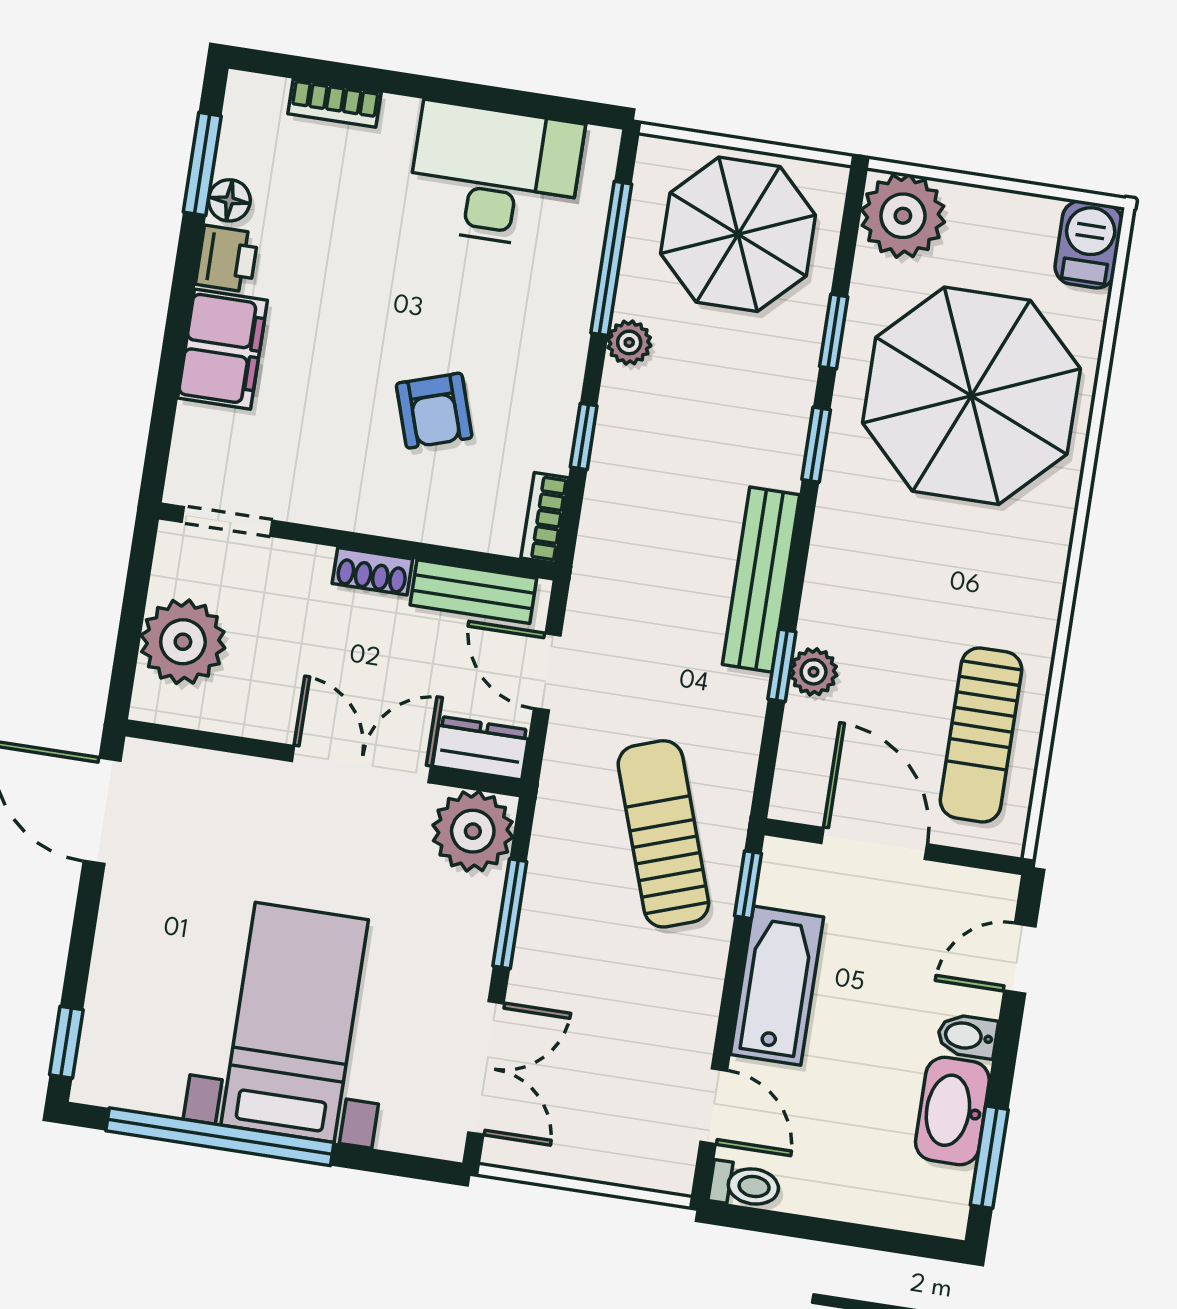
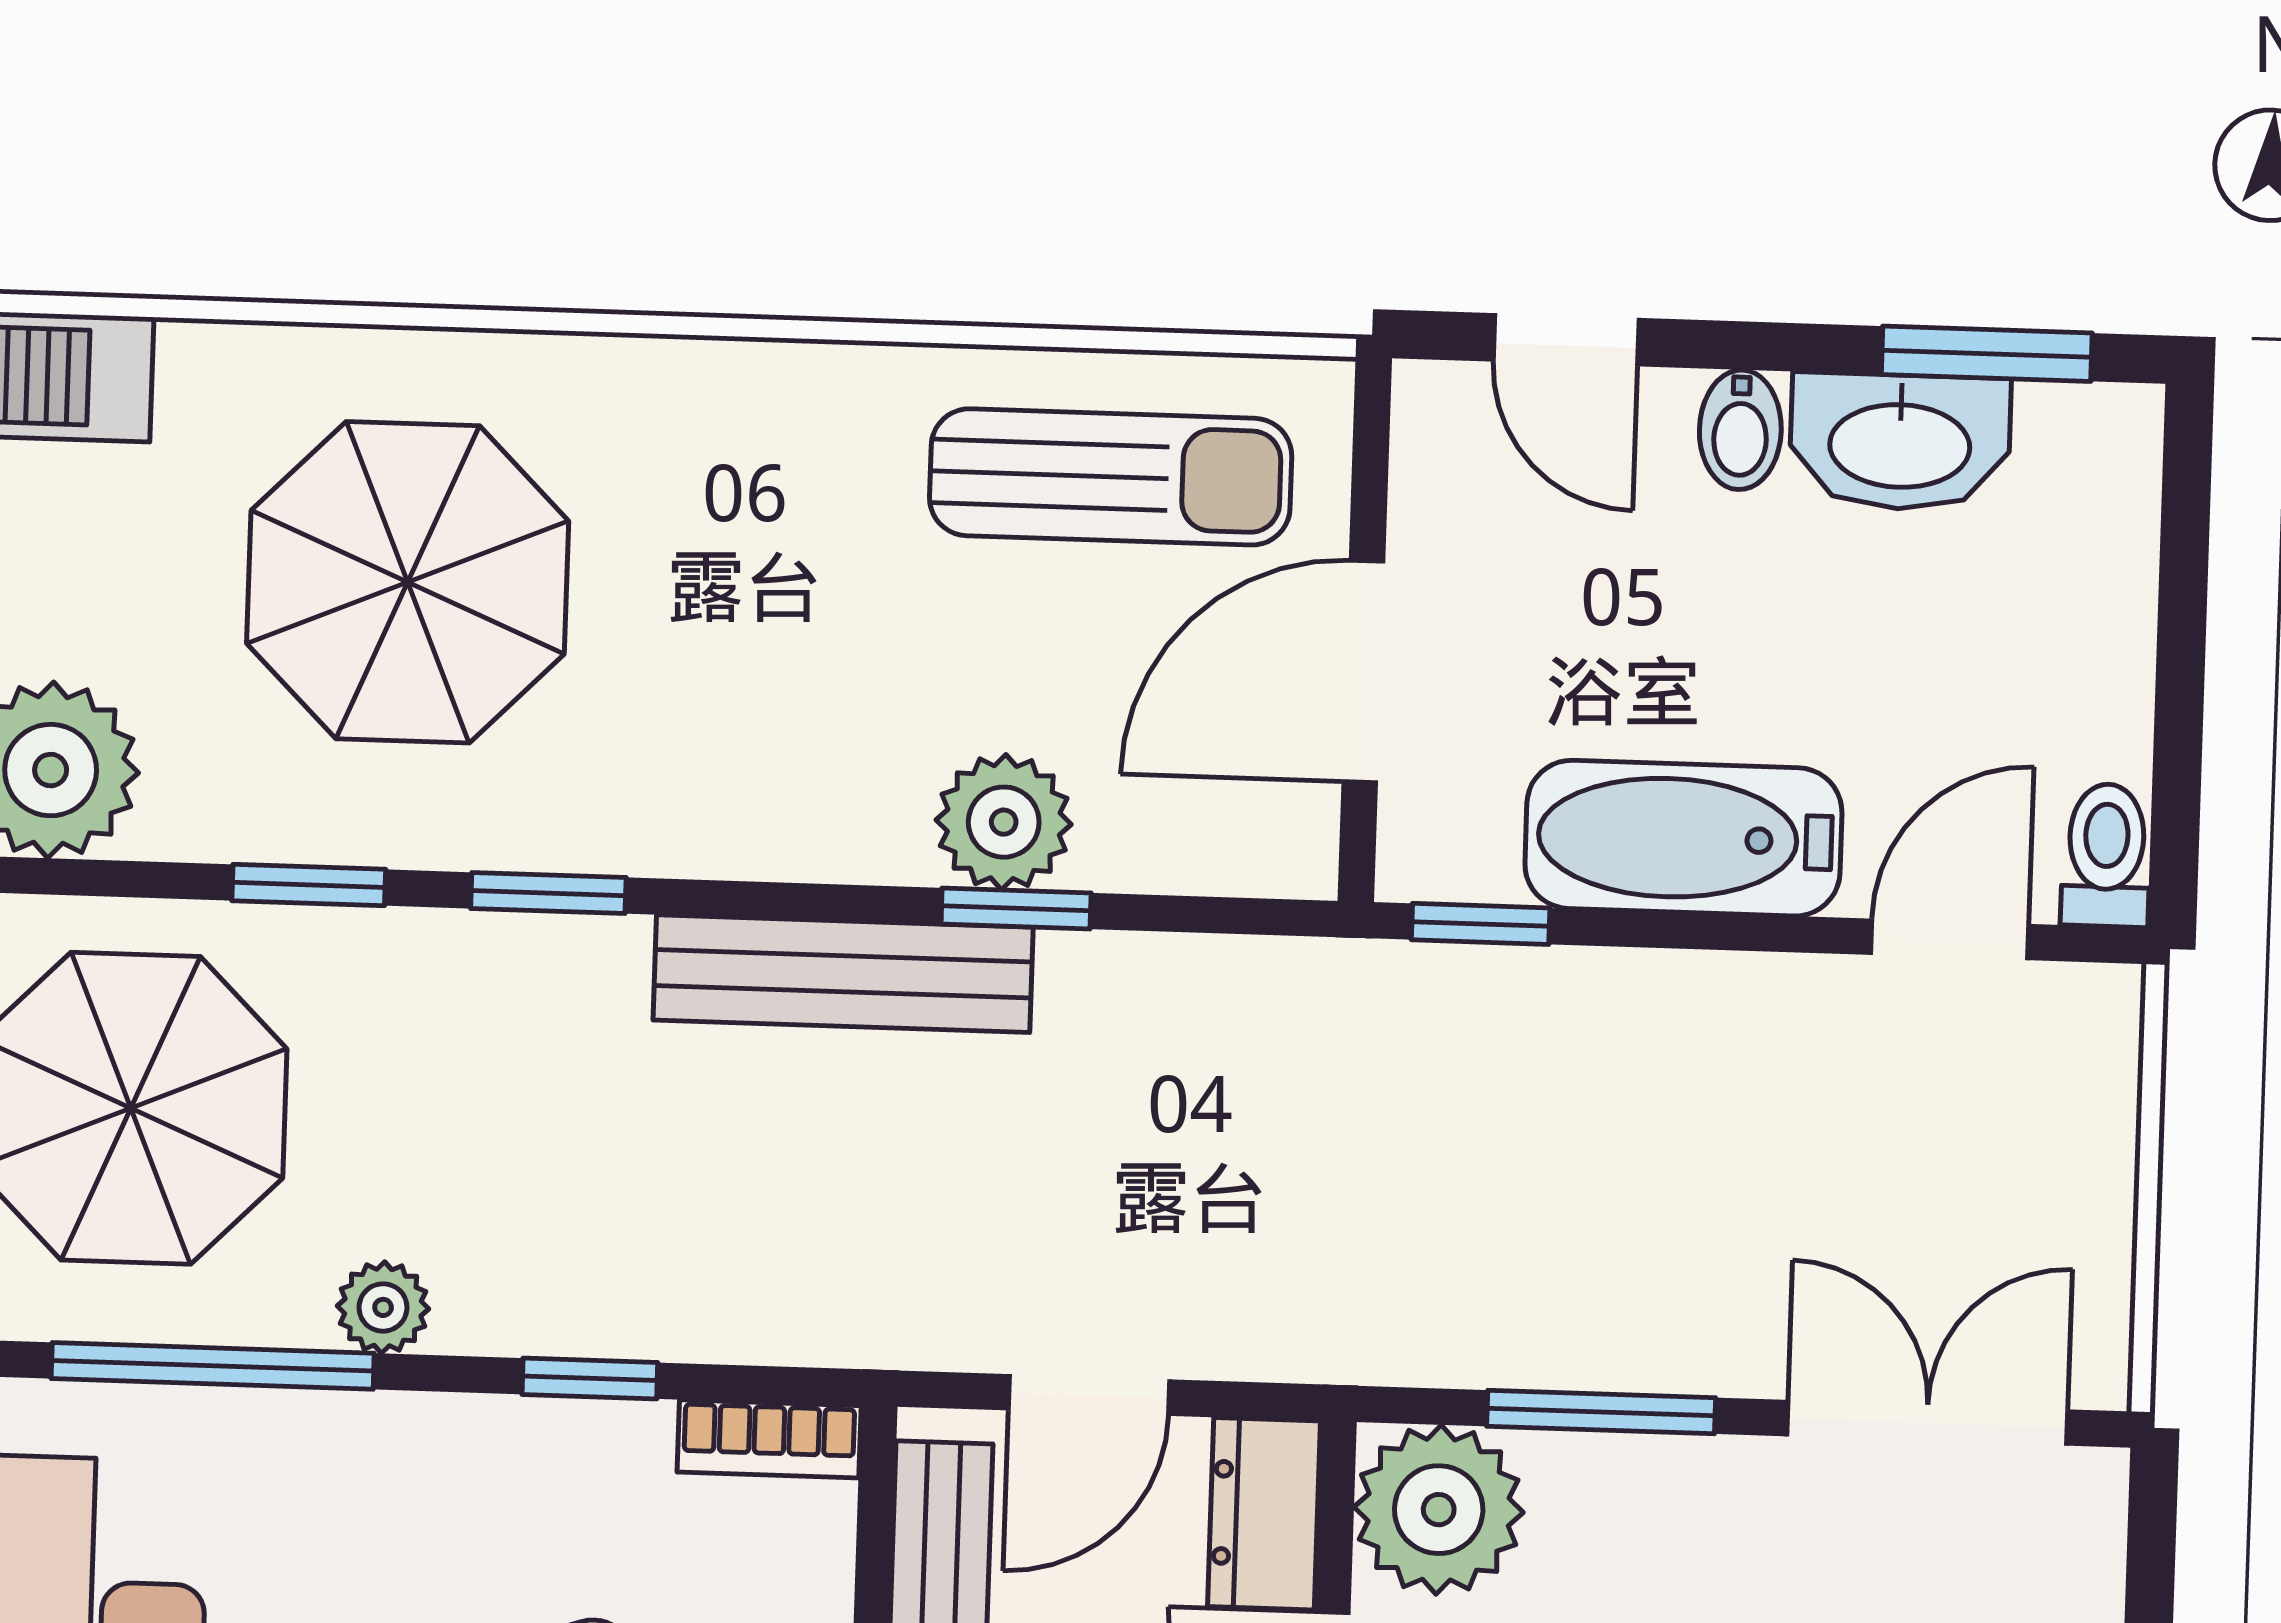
parasol: (971, 396) -> (408, 582), width x0.73, depth x0.73
plant: (814, 672) -> (1004, 822), width x1.38, depth x1.38
sun lounger: (663, 834) -> (1396, 1113), removed

